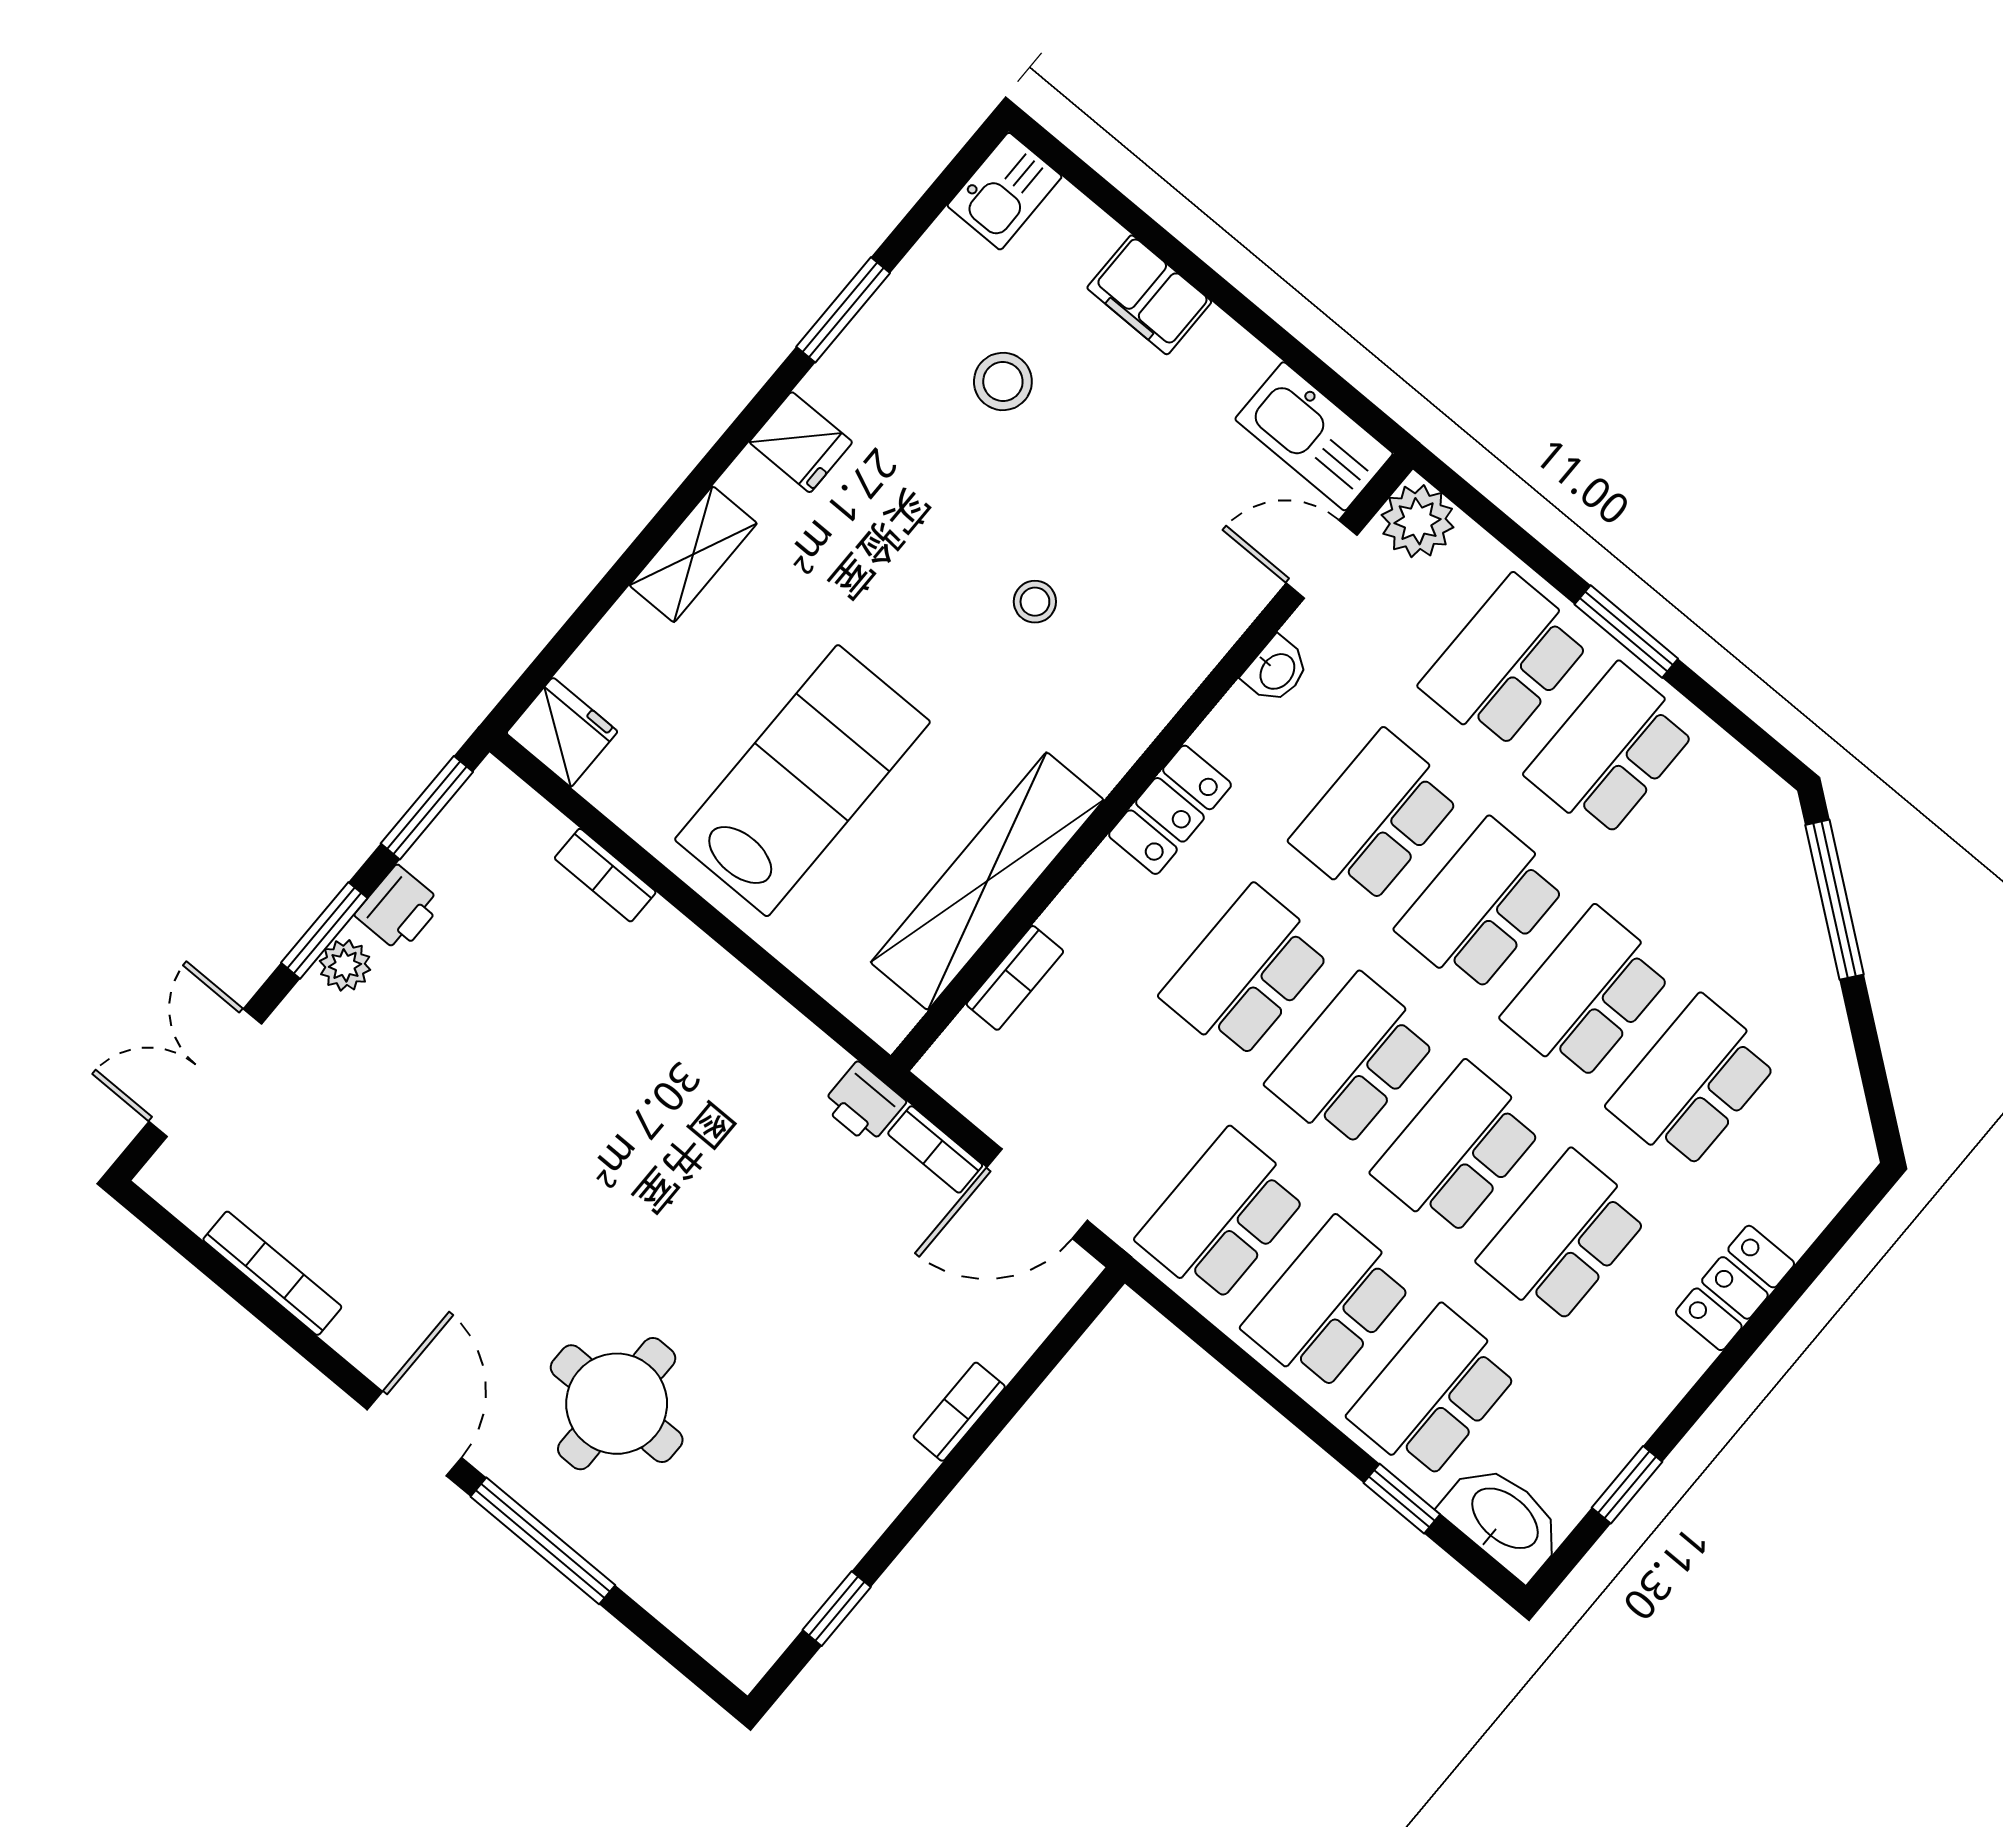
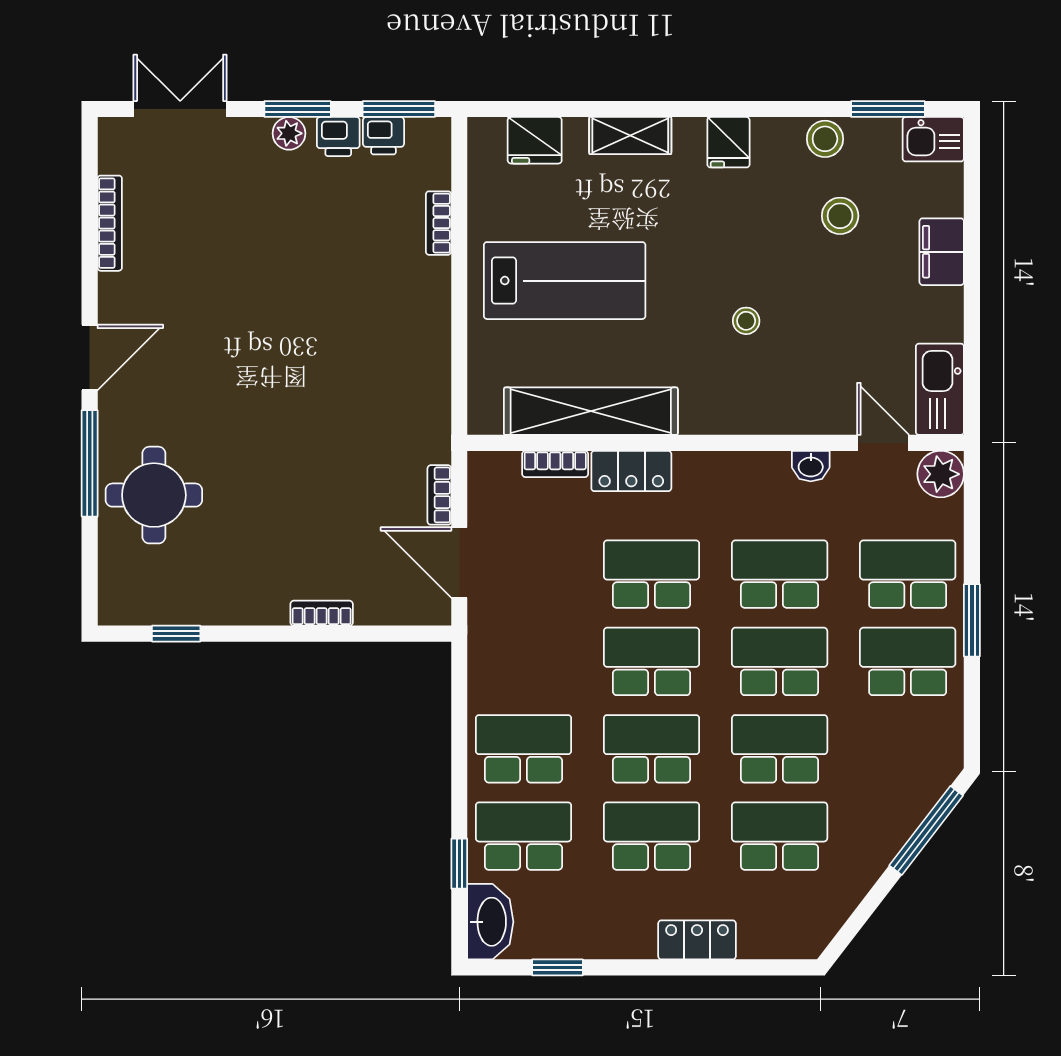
window: (843, 310) -> (888, 109), moved
stool: (894, 322) -> (825, 139), added
fridge: (562, 732) -> (535, 140), moved, turned 90
locker: (1170, 810) -> (631, 471), moved
printer: (864, 1103) -> (383, 136), moved, turned -90
school desk: (1222, 1216) -> (523, 661), removed
round table: (617, 1404) -> (154, 495), moved

